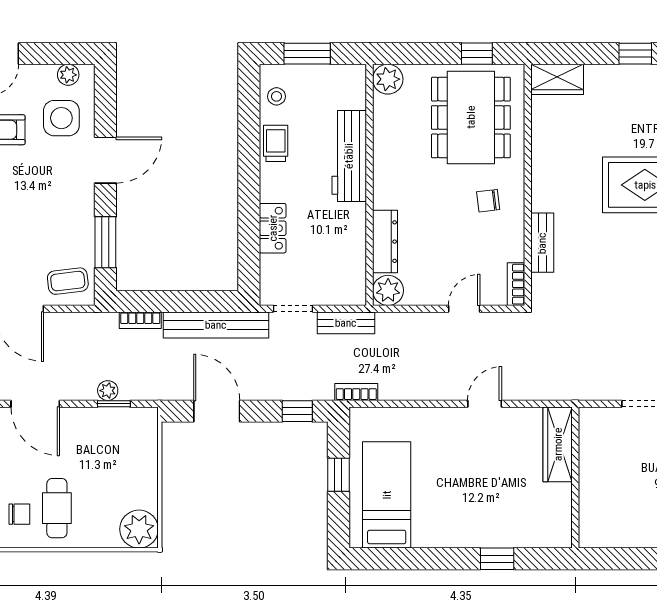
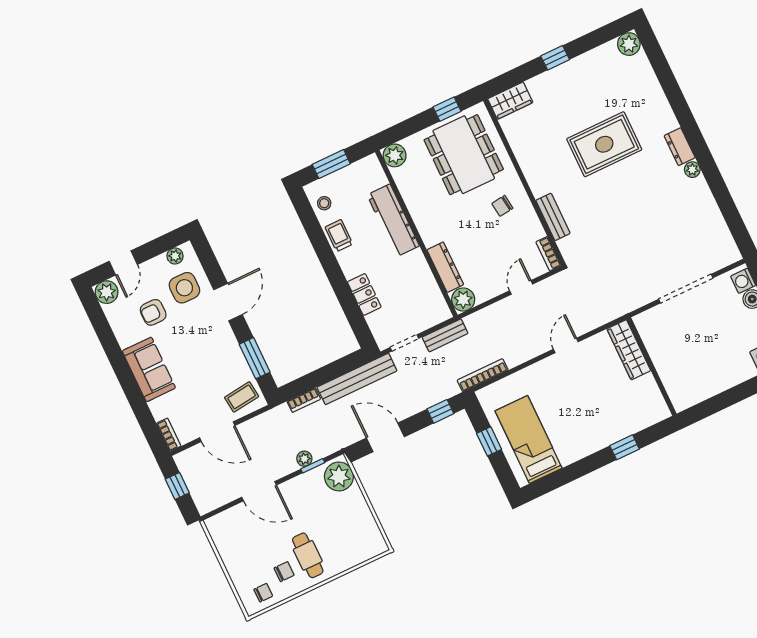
bookcase: (356, 392) -> (483, 375), width x1.56
plant: (139, 529) -> (339, 476), moved

